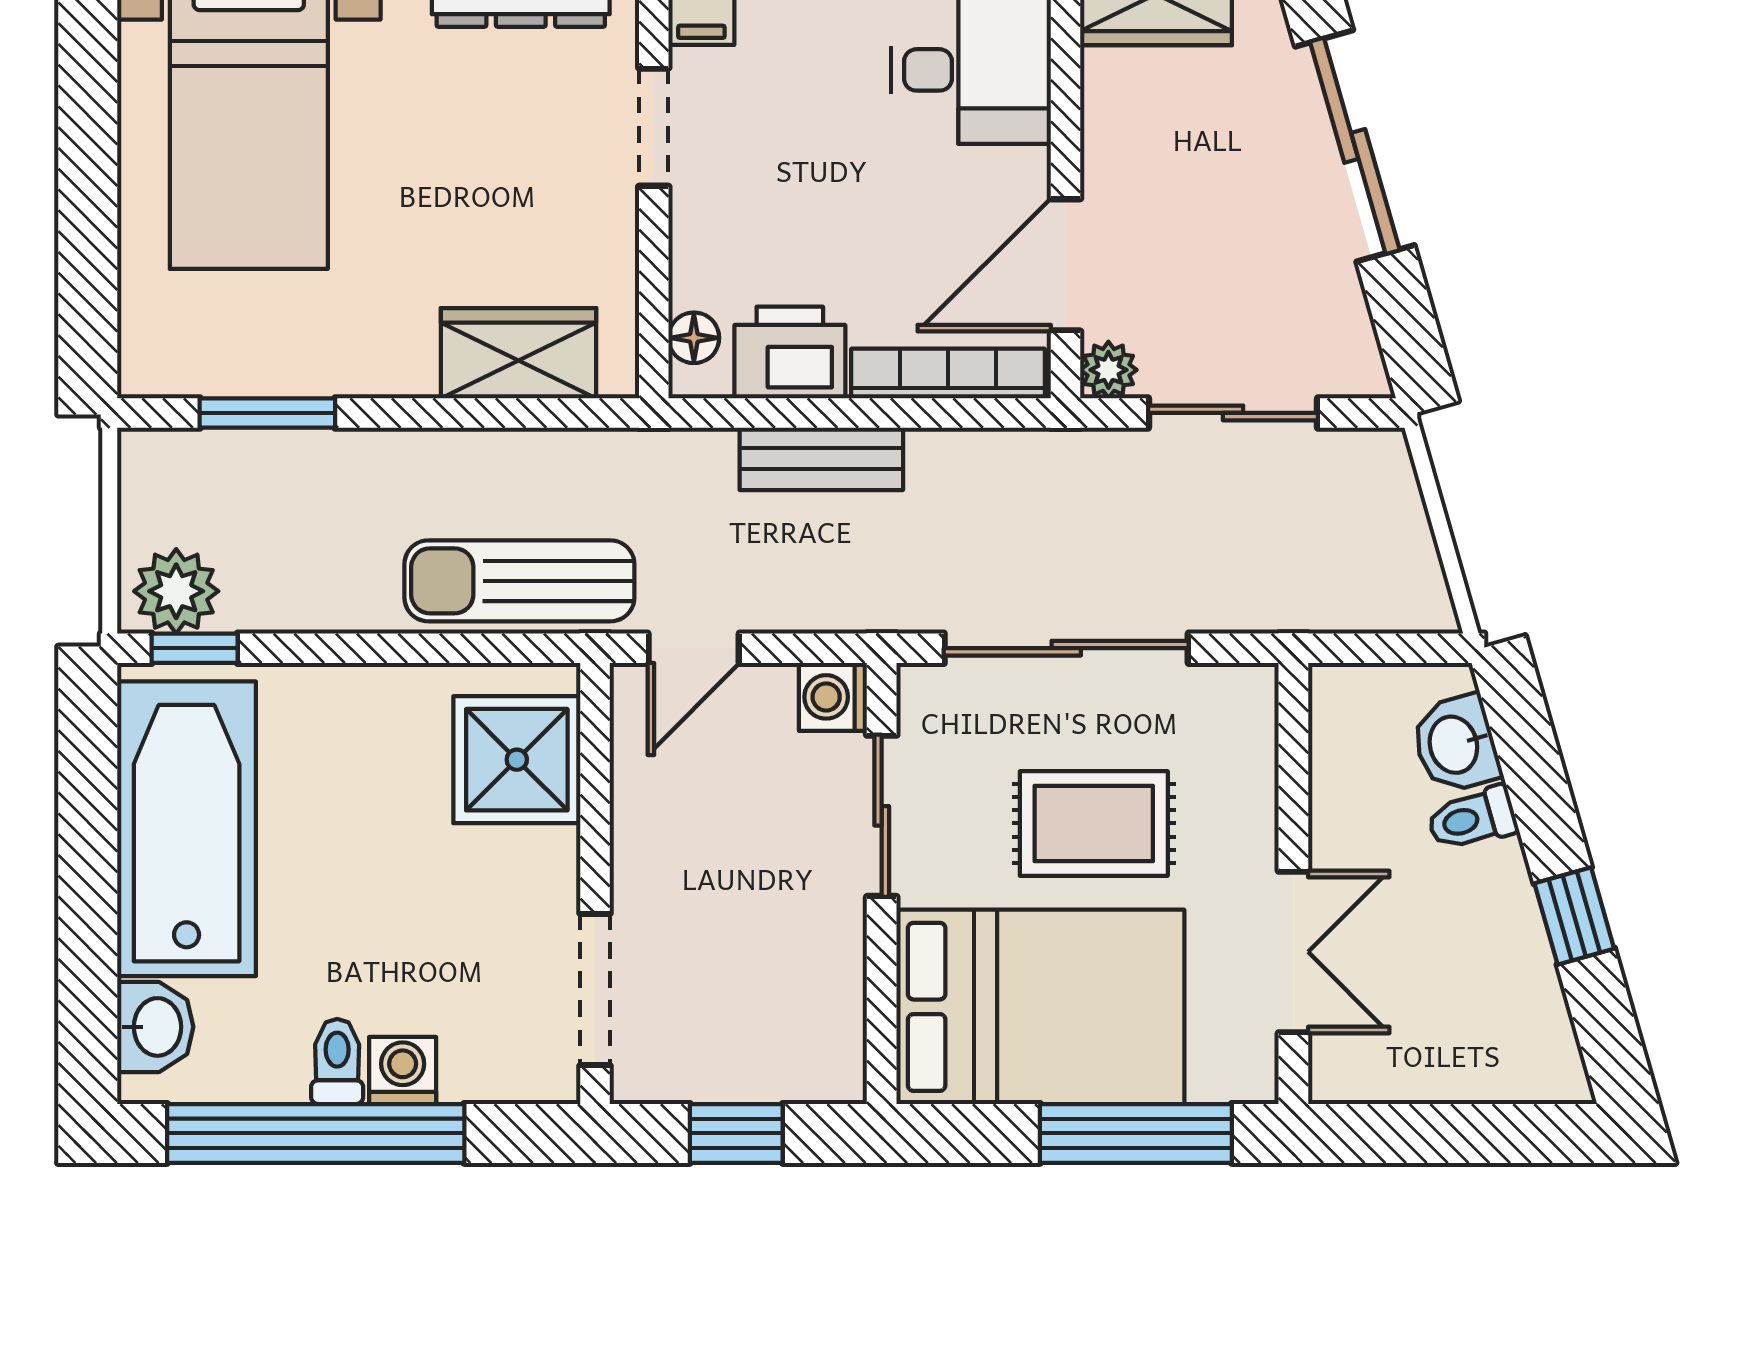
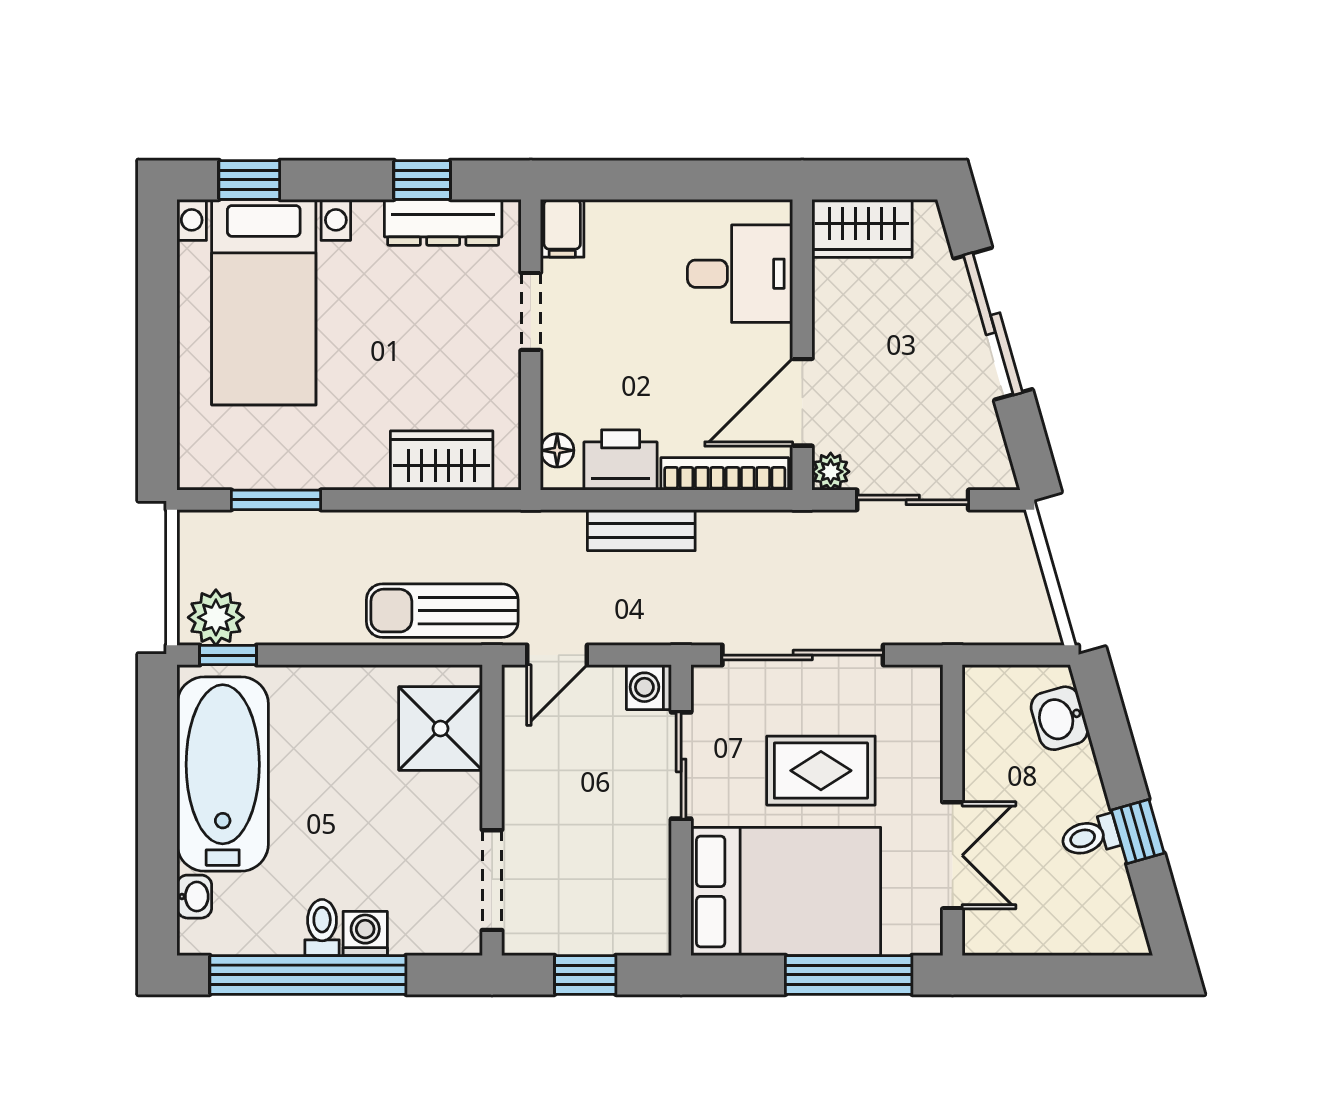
toilet: (1472, 819) -> (1090, 836), moved
washbasin: (155, 1027) -> (194, 897), width x0.72, depth x0.69

